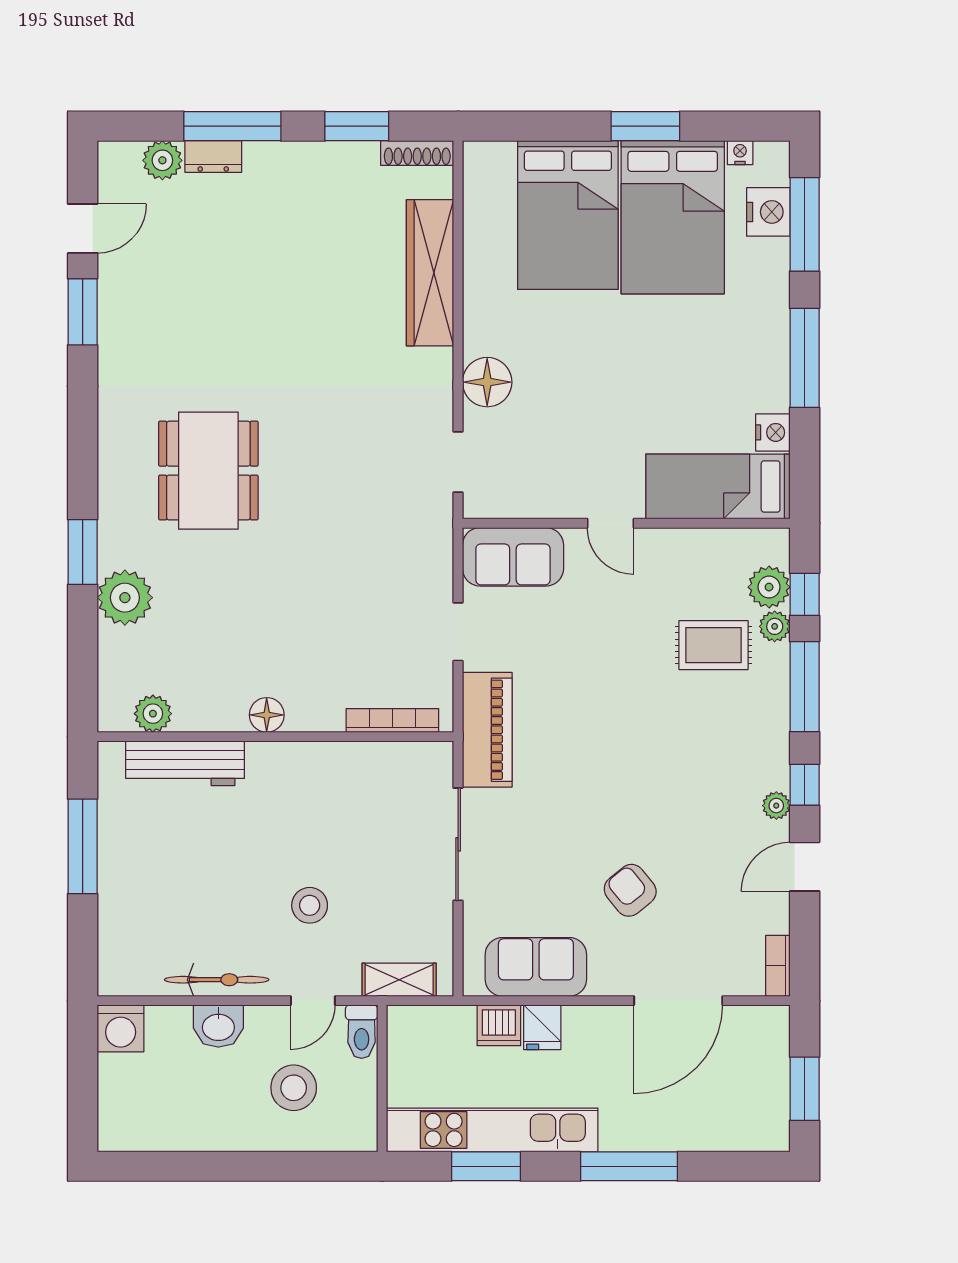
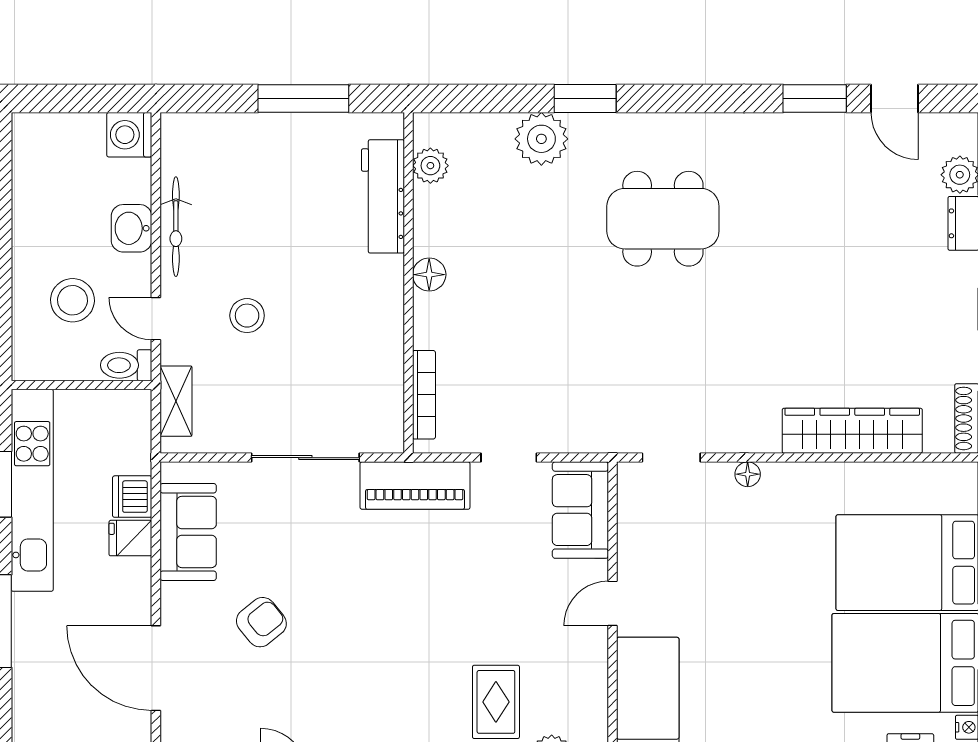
floor lamp: (487, 382) -> (748, 474), width x0.53, depth x0.53

